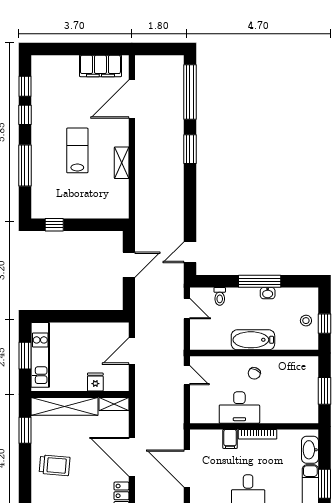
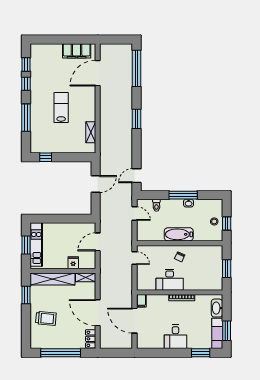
window: (190, 149) -> (137, 119), moved
shelving: (122, 163) -> (91, 132), moved
filing cabinet: (230, 439) -> (141, 301), moved

